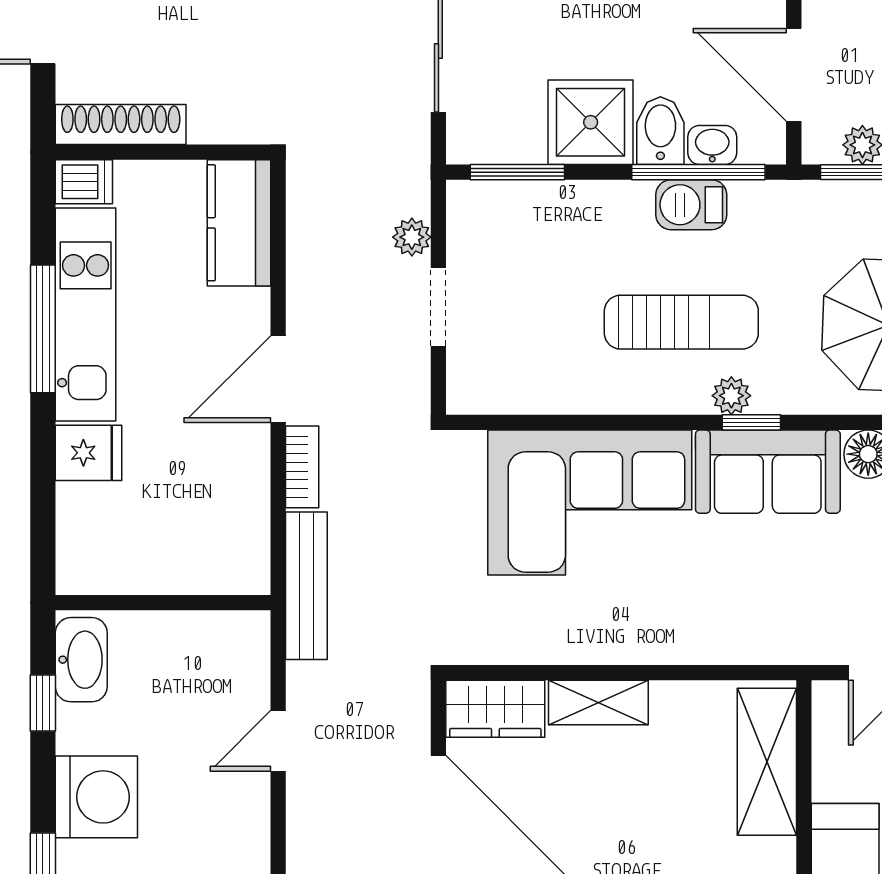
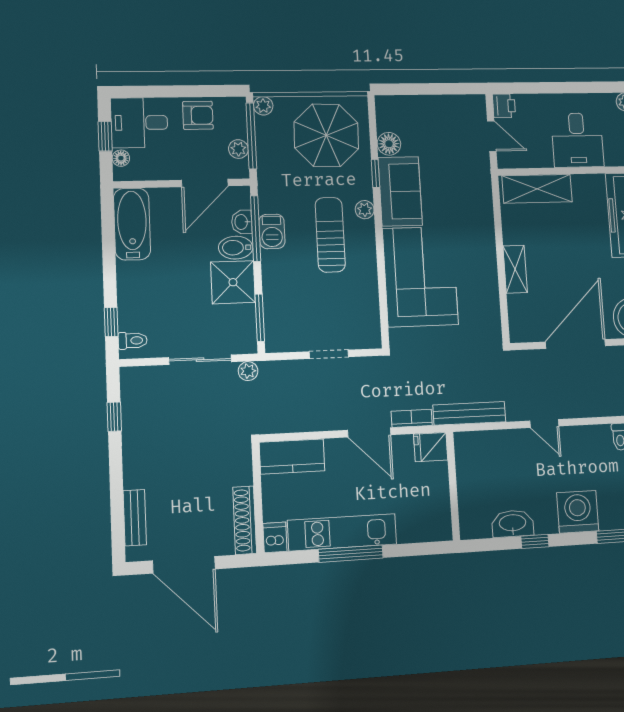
plant: (412, 237) -> (248, 371), moved
window: (751, 422) -> (375, 173), moved
fridge: (89, 453) -> (431, 447), moved, turned -90
wall: (163, 603) -> (453, 486), moved
wardrobe: (495, 709) -> (522, 319), removed

